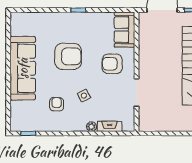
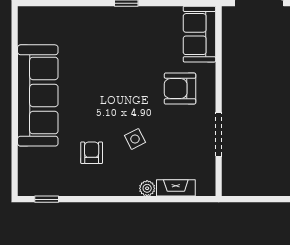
armchair: (68, 56) -> (110, 77), removed

